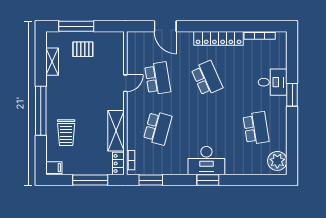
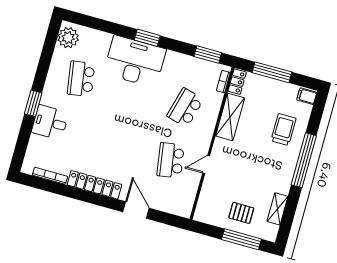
door: (165, 26) -> (136, 210), moved
school desk: (207, 78) -> (119, 146), removed
desk: (206, 161) -> (135, 61), width x1.36, depth x1.30

